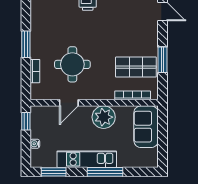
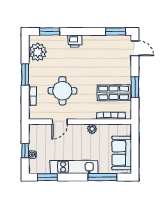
plant: (42, 16) -> (38, 52), added
plant: (104, 117) -> (92, 129), width x0.53, depth x0.53
window: (26, 121) -> (25, 151), moved
sofa: (146, 127) -> (122, 153), moved
window: (105, 172) -> (102, 177), moved

